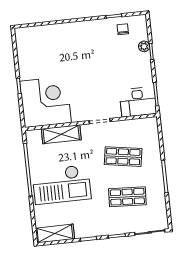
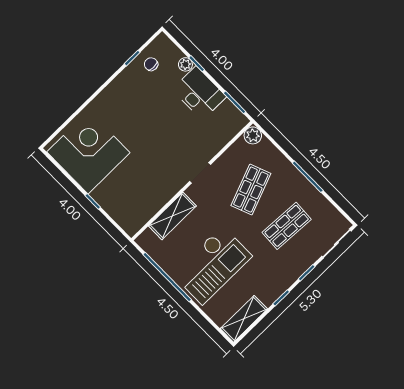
corner desk: (45, 102) -> (88, 152), moved
desk: (138, 102) -> (199, 93), moved, turned -90
plant: (151, 124) -> (253, 135), added
shop shelf: (123, 157) -> (251, 190), turned -30

